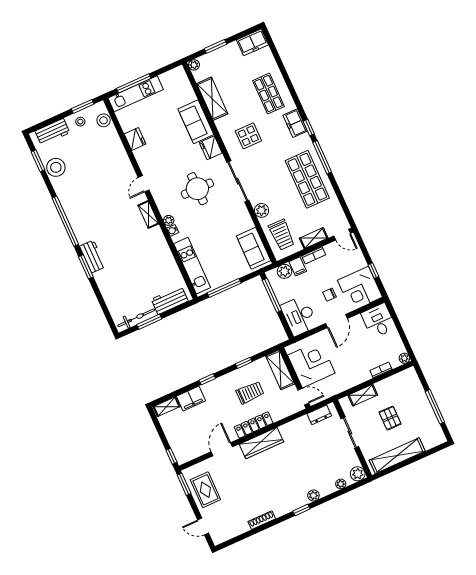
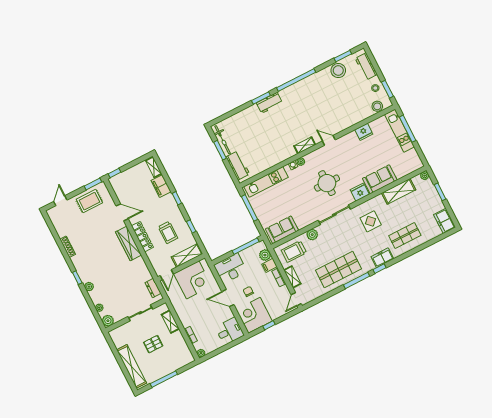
shelving: (397, 456) -> (132, 366), moved

